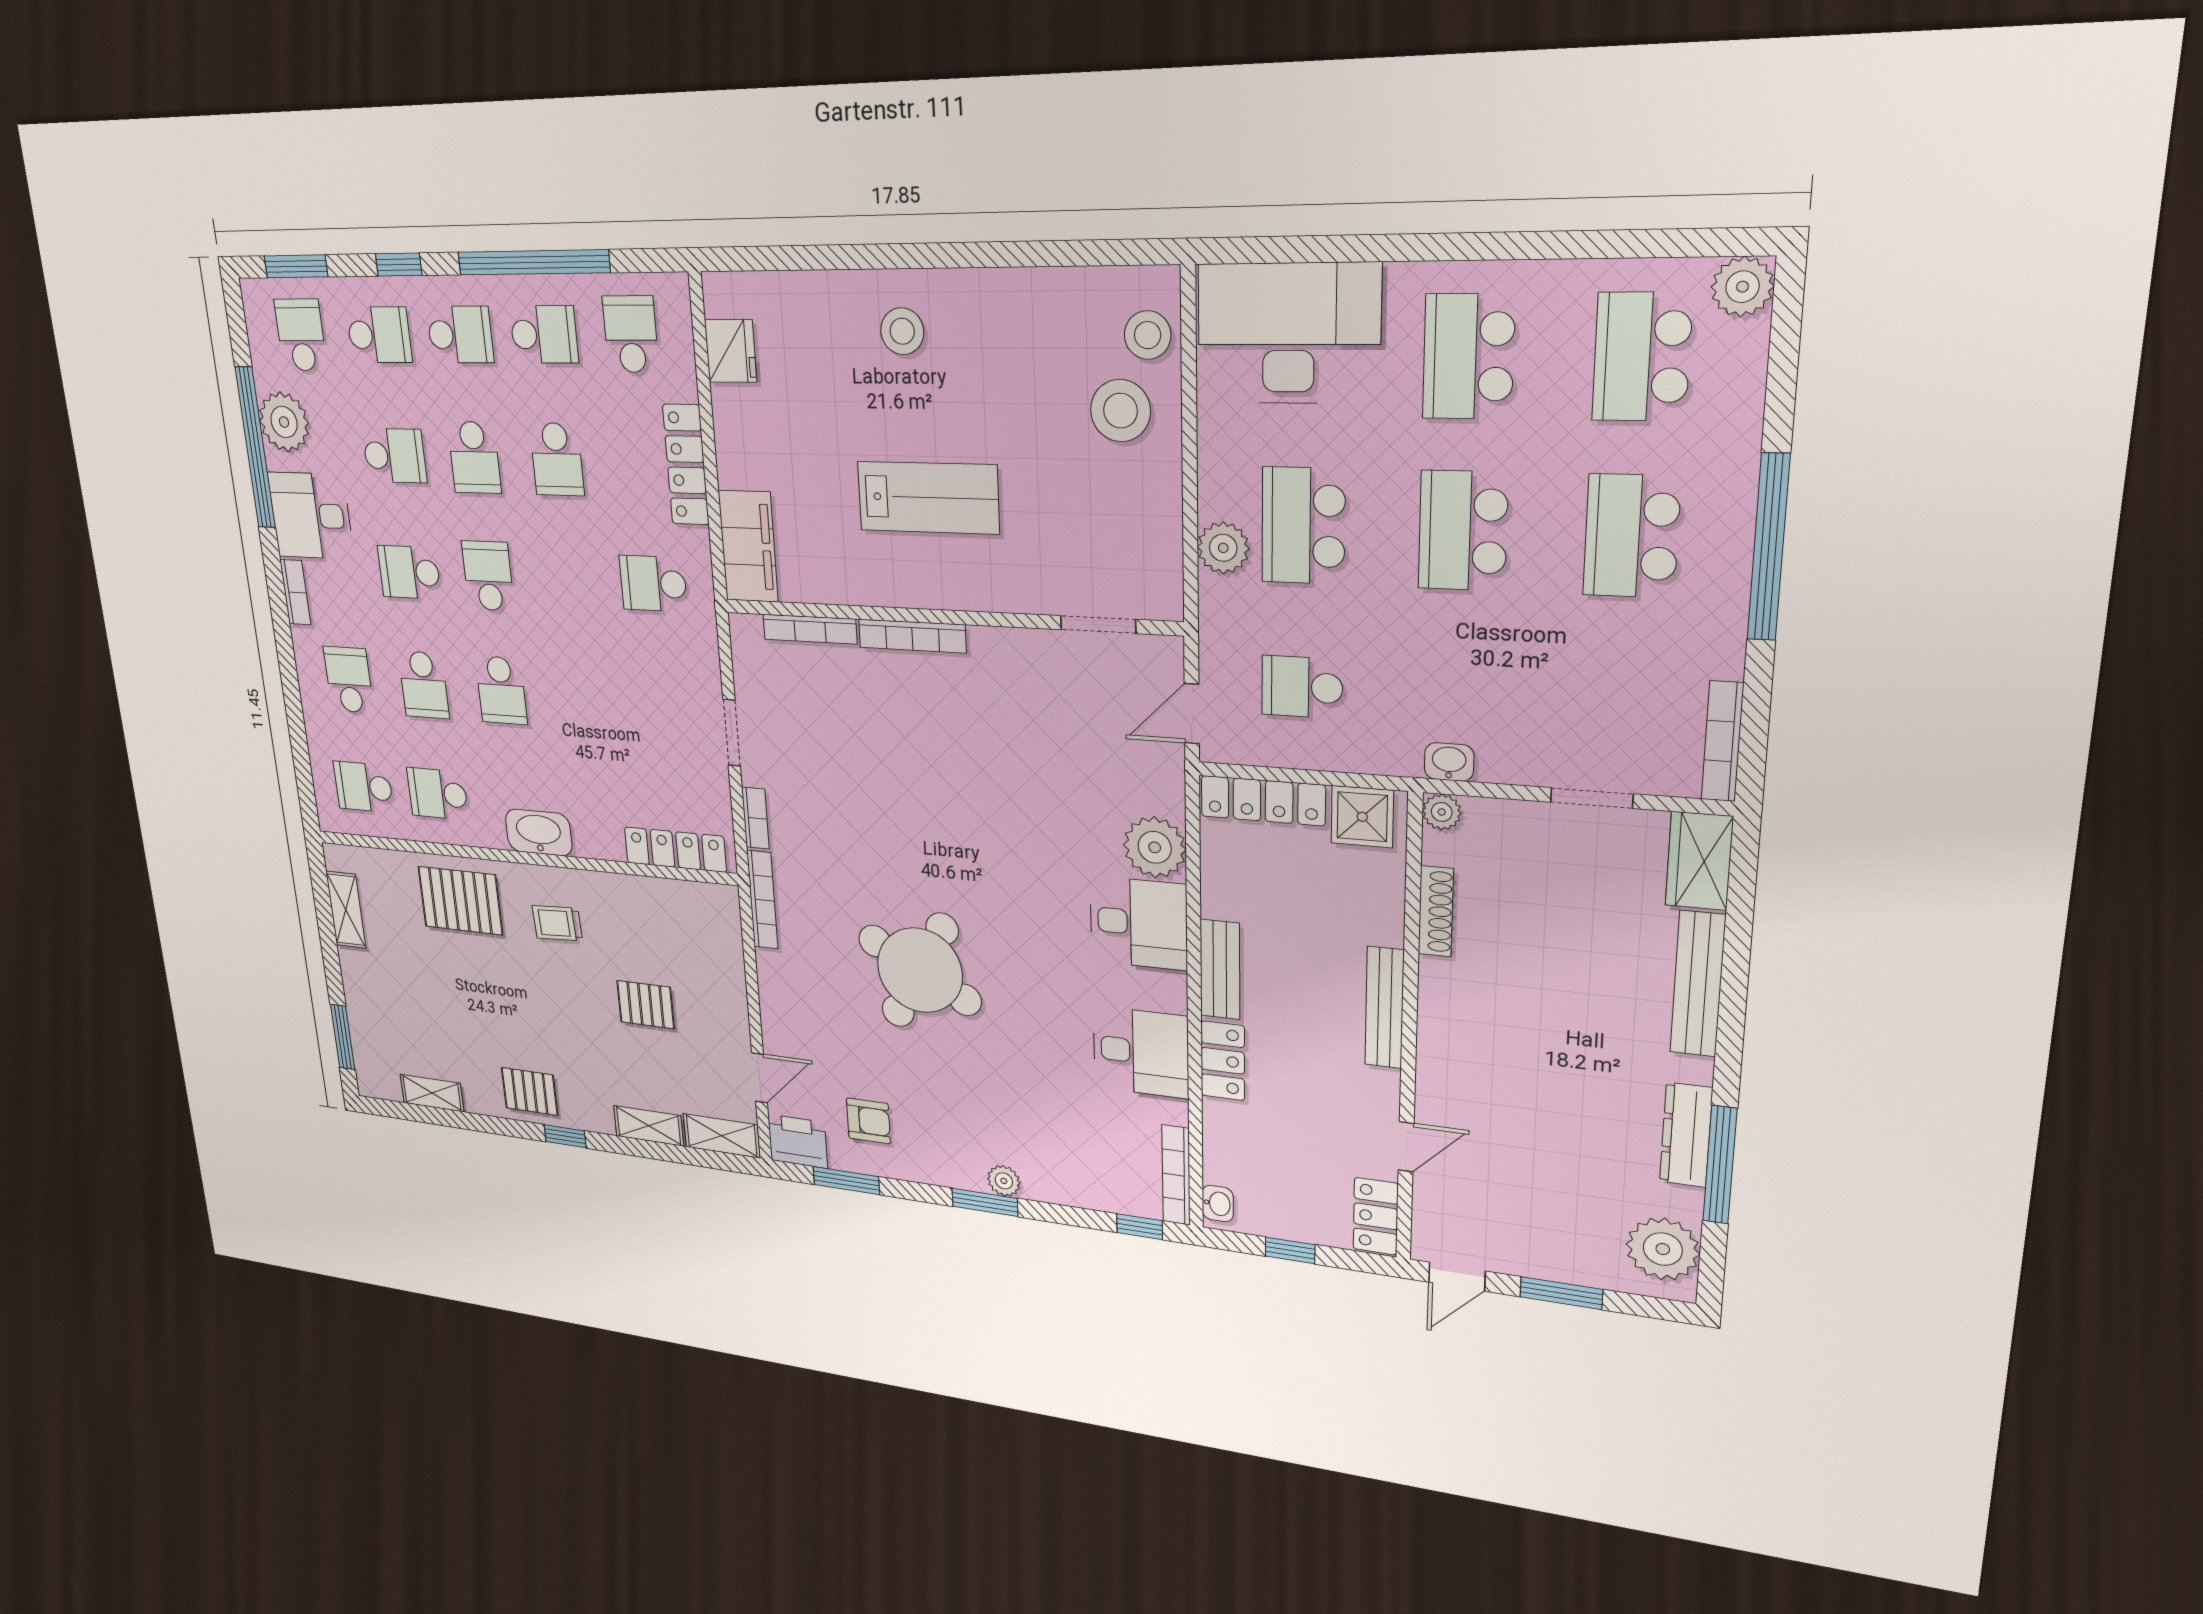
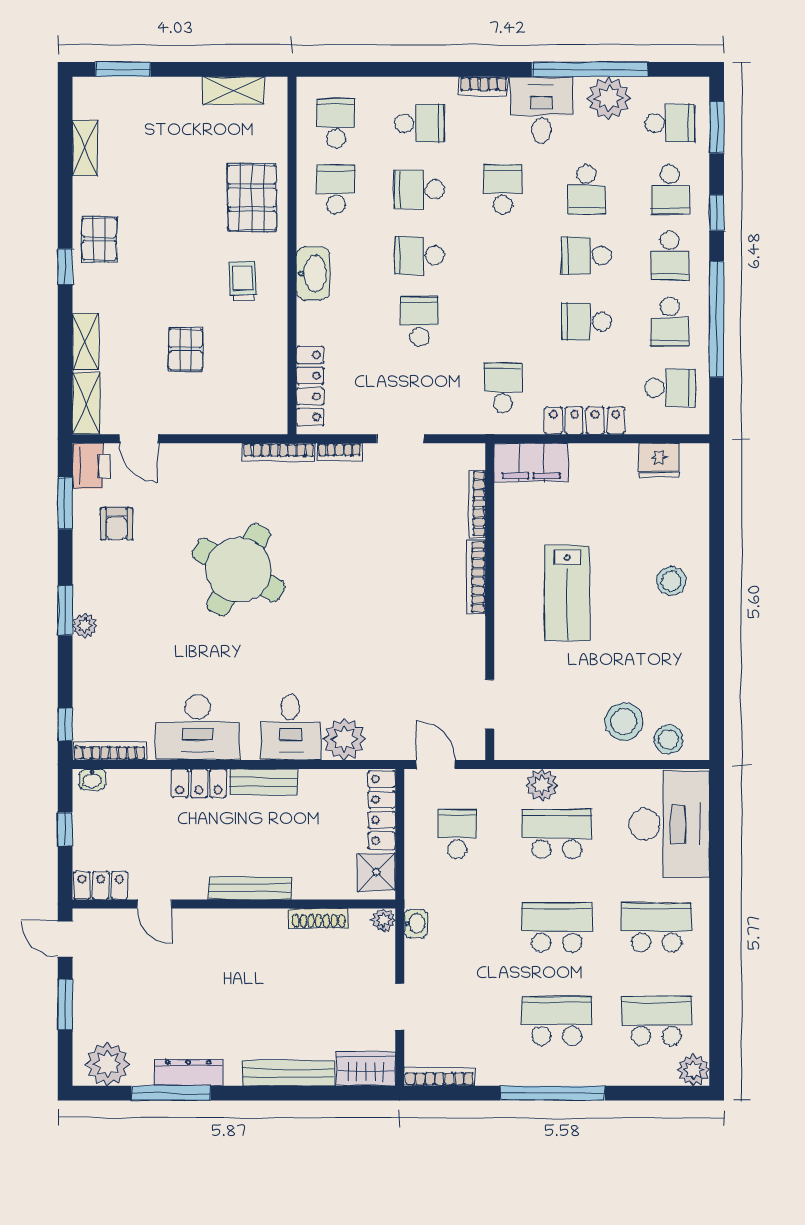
school desk: (488, 576) -> (419, 322), moved, turned -90
desk: (1141, 1052) -> (198, 727), width x1.37

